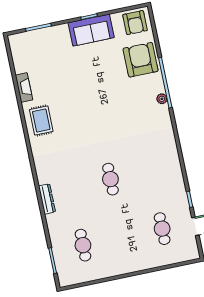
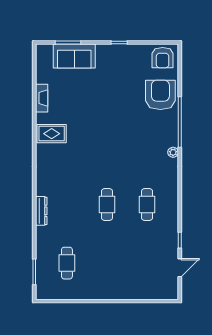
sofa: (91, 30) -> (74, 56), moved
plant: (162, 99) -> (173, 152), moved
rug: (41, 120) -> (52, 134), turned 90
cafe table: (162, 229) -> (147, 204), moved

